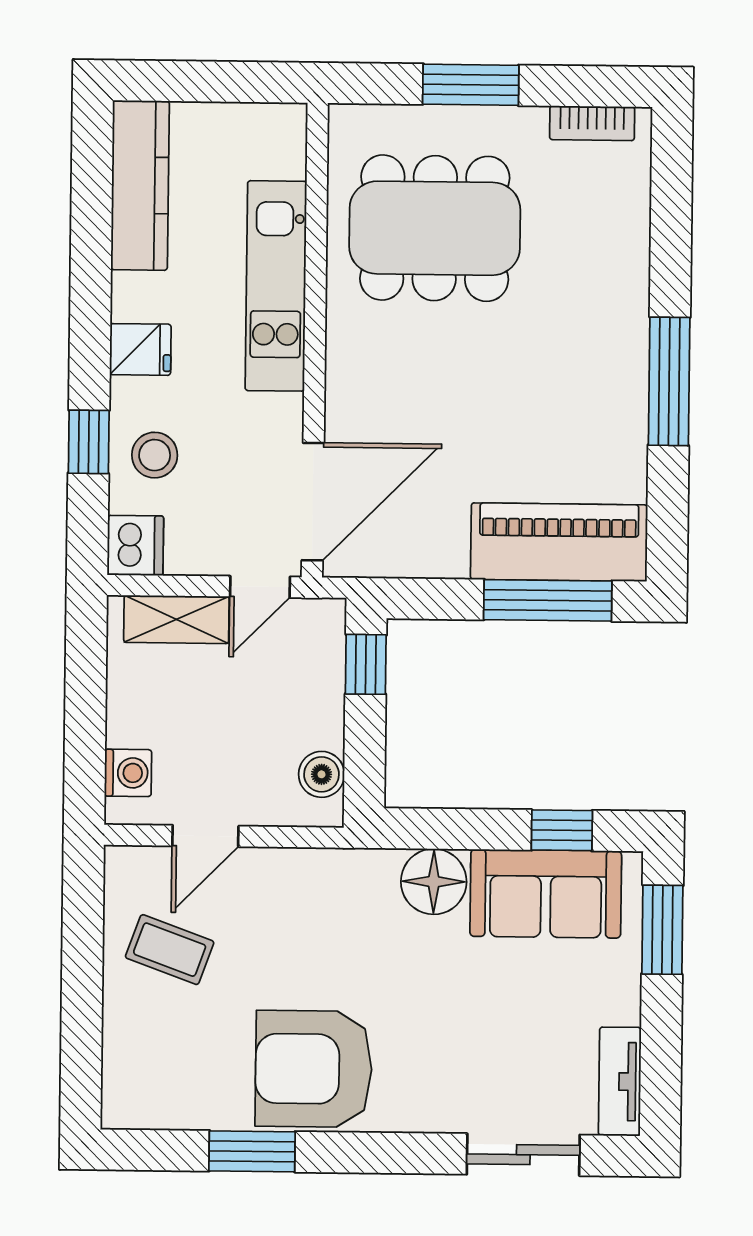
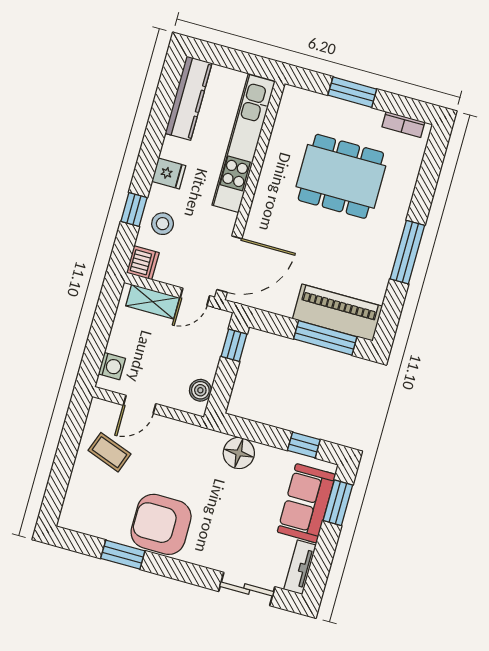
dining table: (435, 228) -> (341, 176), moved
kitchen unit: (276, 286) -> (243, 143), width x1.36
sofa: (546, 894) -> (306, 503), moved, turned 90

